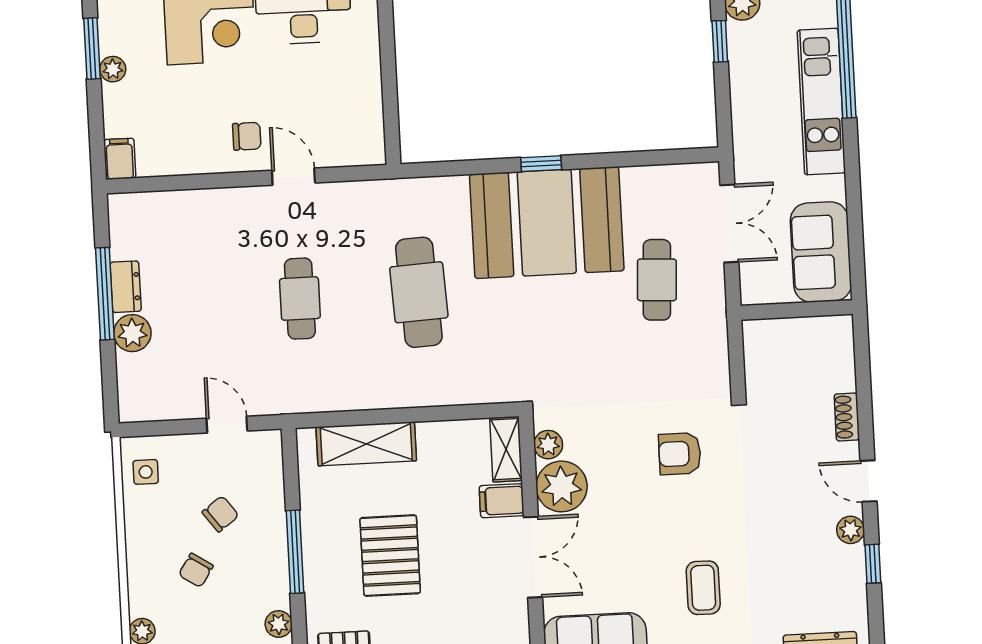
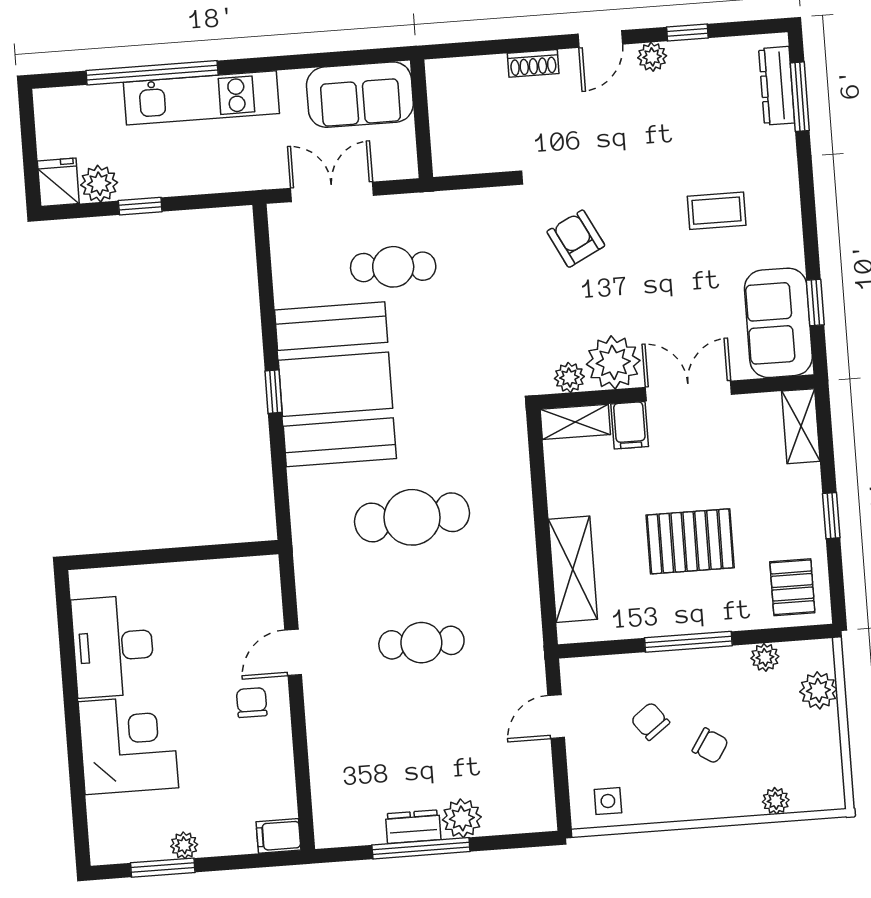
armchair: (680, 454) -> (576, 239), turned 153

